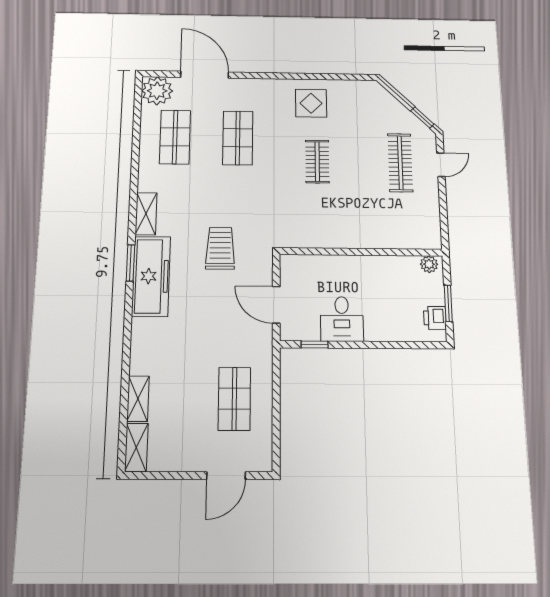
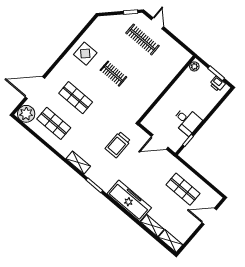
trolley: (220, 248) -> (118, 145), turned -90
freezer: (151, 276) -> (129, 201), moved
door: (226, 476) -> (209, 216), swing flipped

